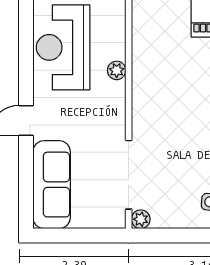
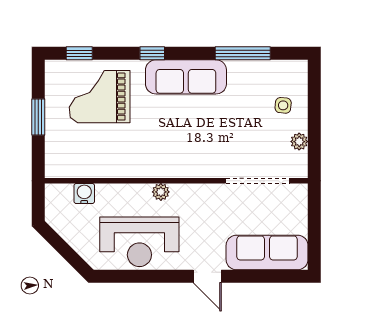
plant: (141, 219) -> (299, 142), moved

